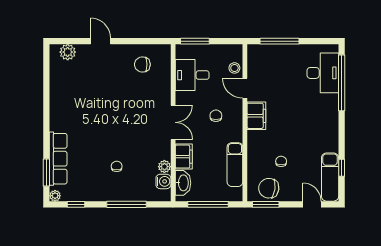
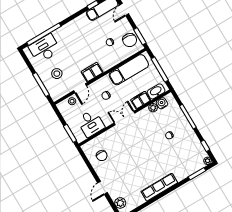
stool: (281, 70) -> (57, 74), added
row of seats: (58, 159) -> (159, 187), moved
exam couch: (235, 165) -> (129, 70), width x1.36, depth x1.45

